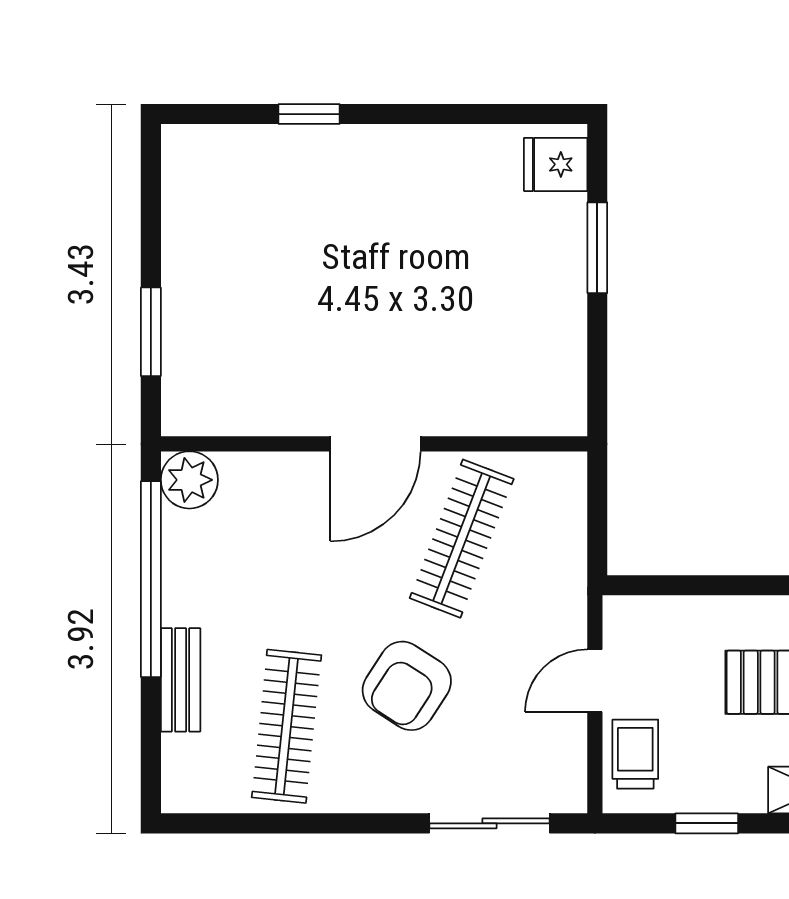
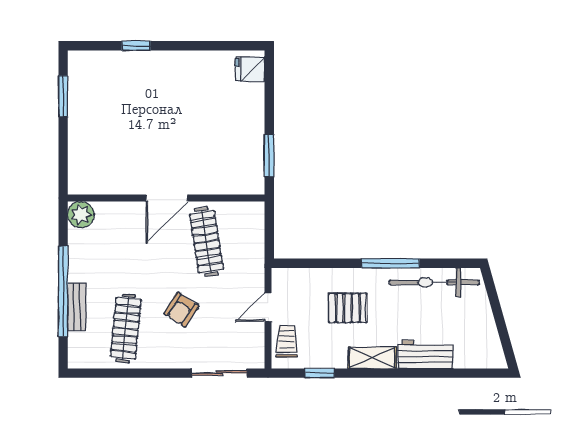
window: (597, 248) -> (269, 156), moved
window: (151, 332) -> (63, 96), moved
clothes rail: (462, 539) -> (207, 242), turned -30
window: (151, 579) -> (63, 291), moved
armchair: (407, 686) -> (181, 310), width x0.72, depth x0.72

